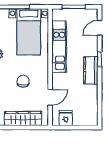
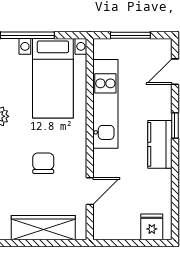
fridge: (66, 118) -> (152, 227), moved

